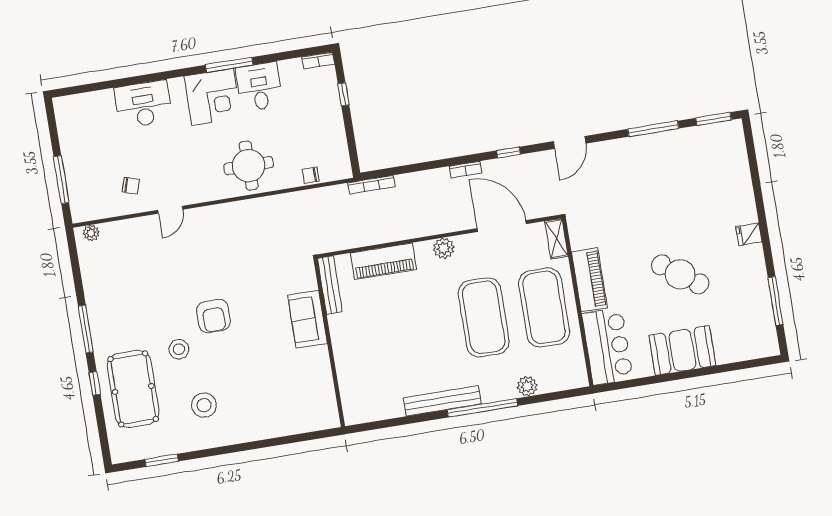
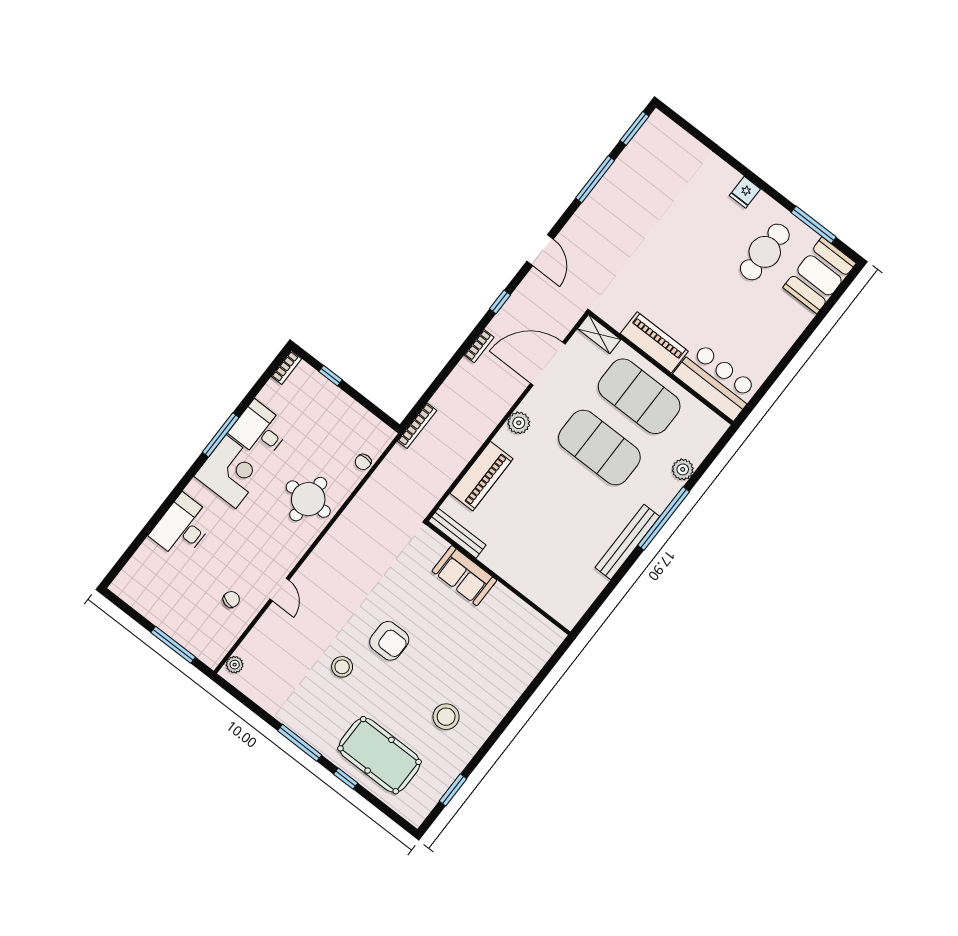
cafe table: (680, 274) -> (765, 252), moved, turned -36
stool: (179, 349) -> (342, 667), moved
booth: (682, 350) -> (819, 275), moved

